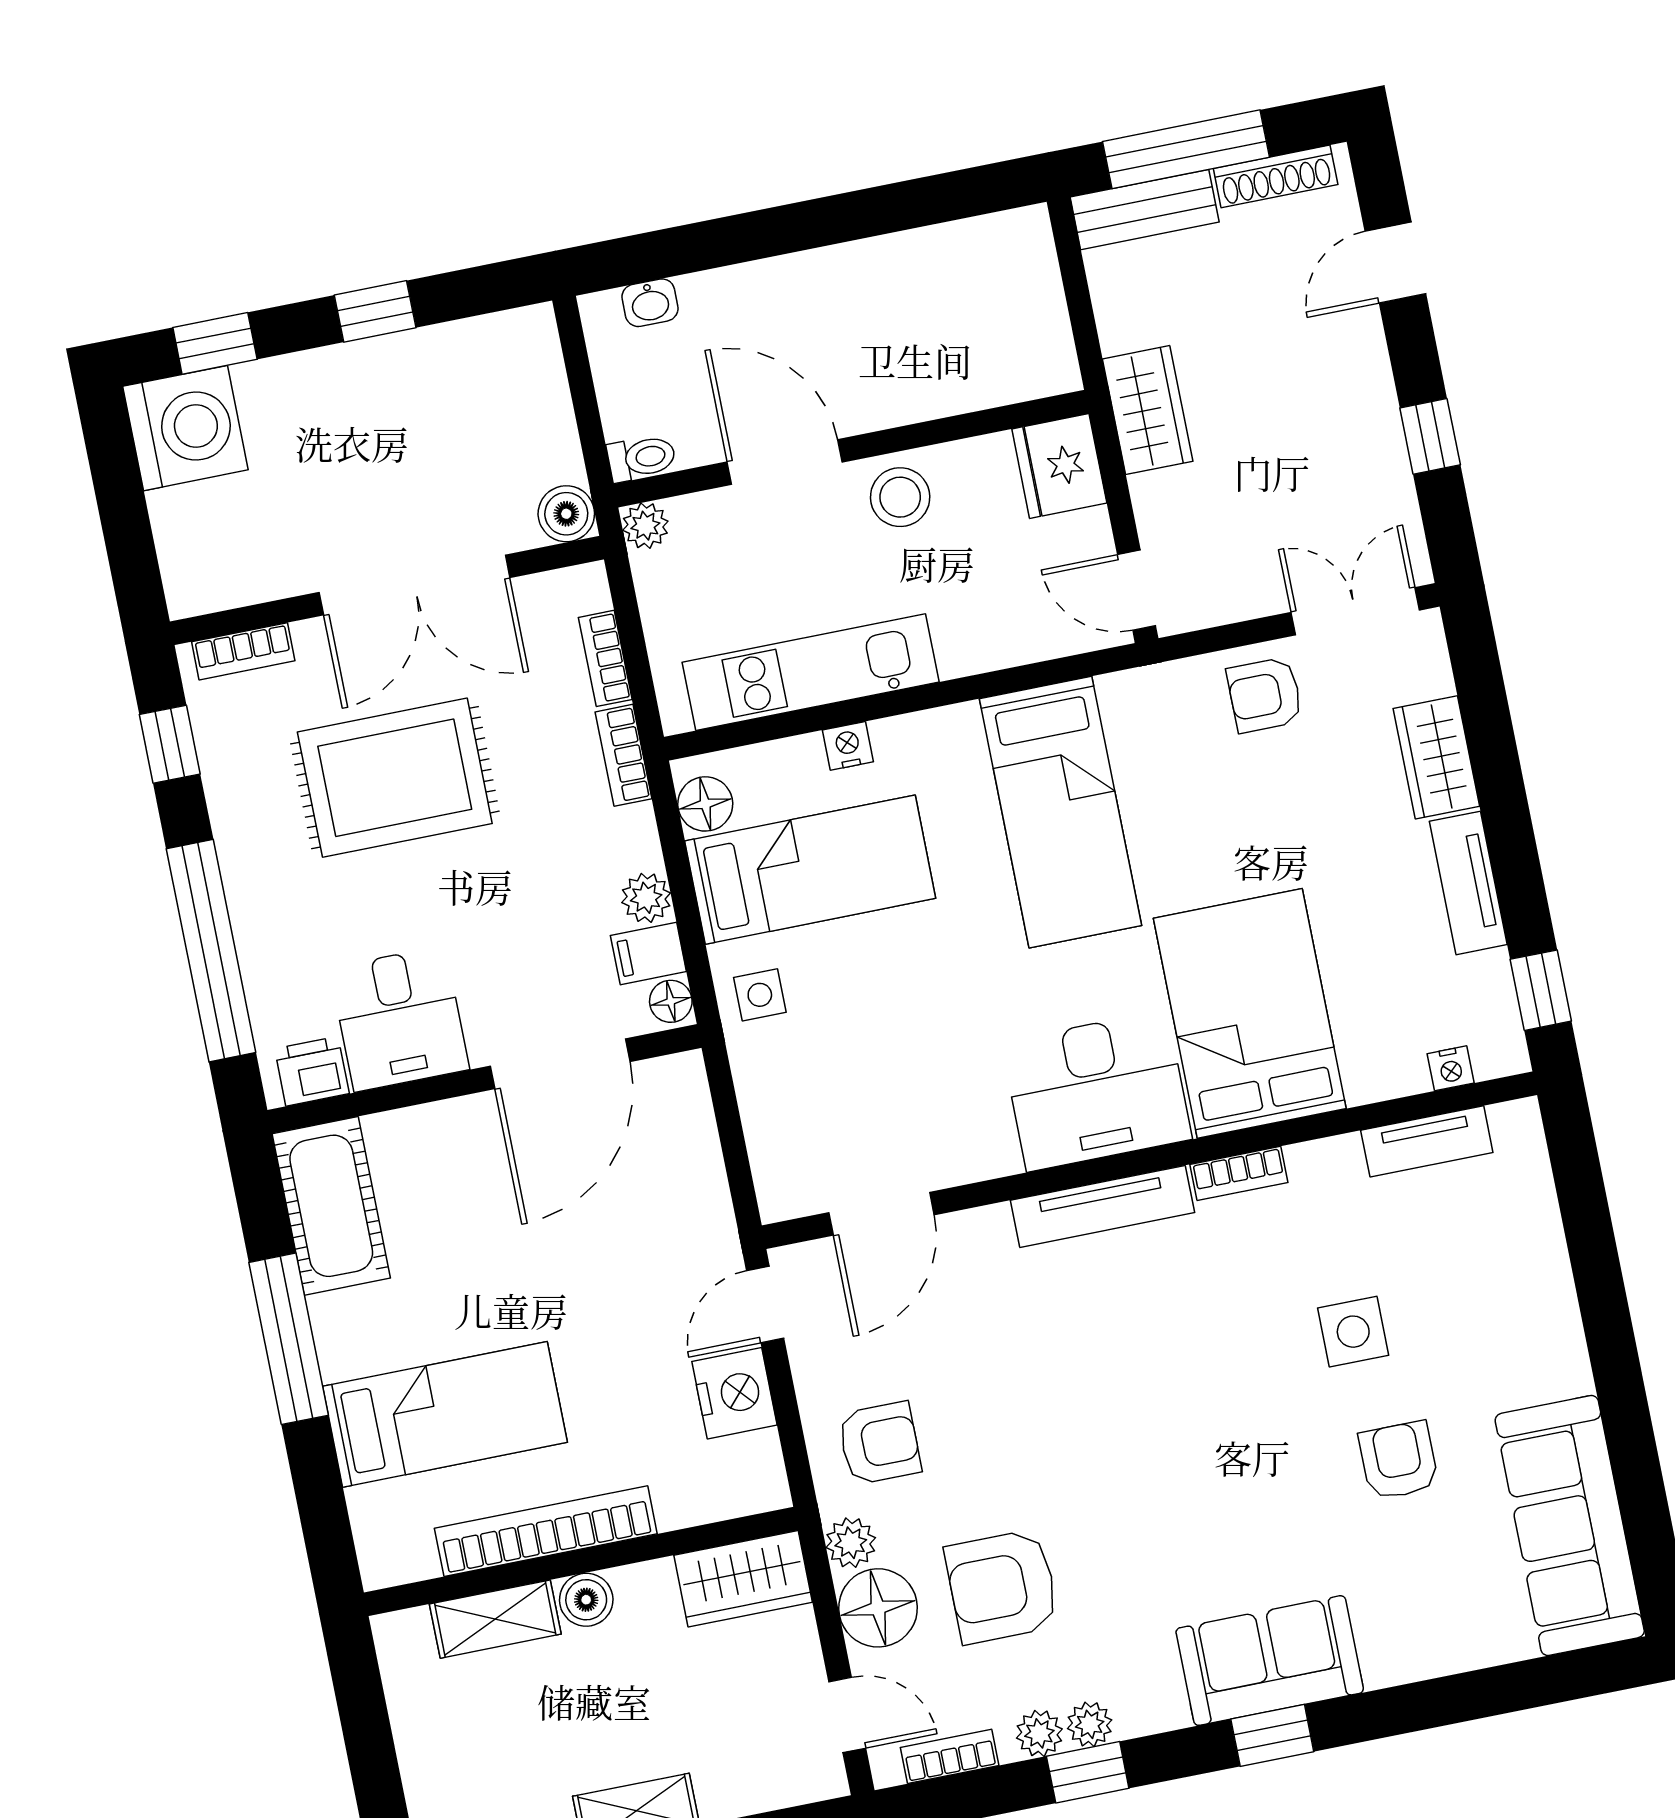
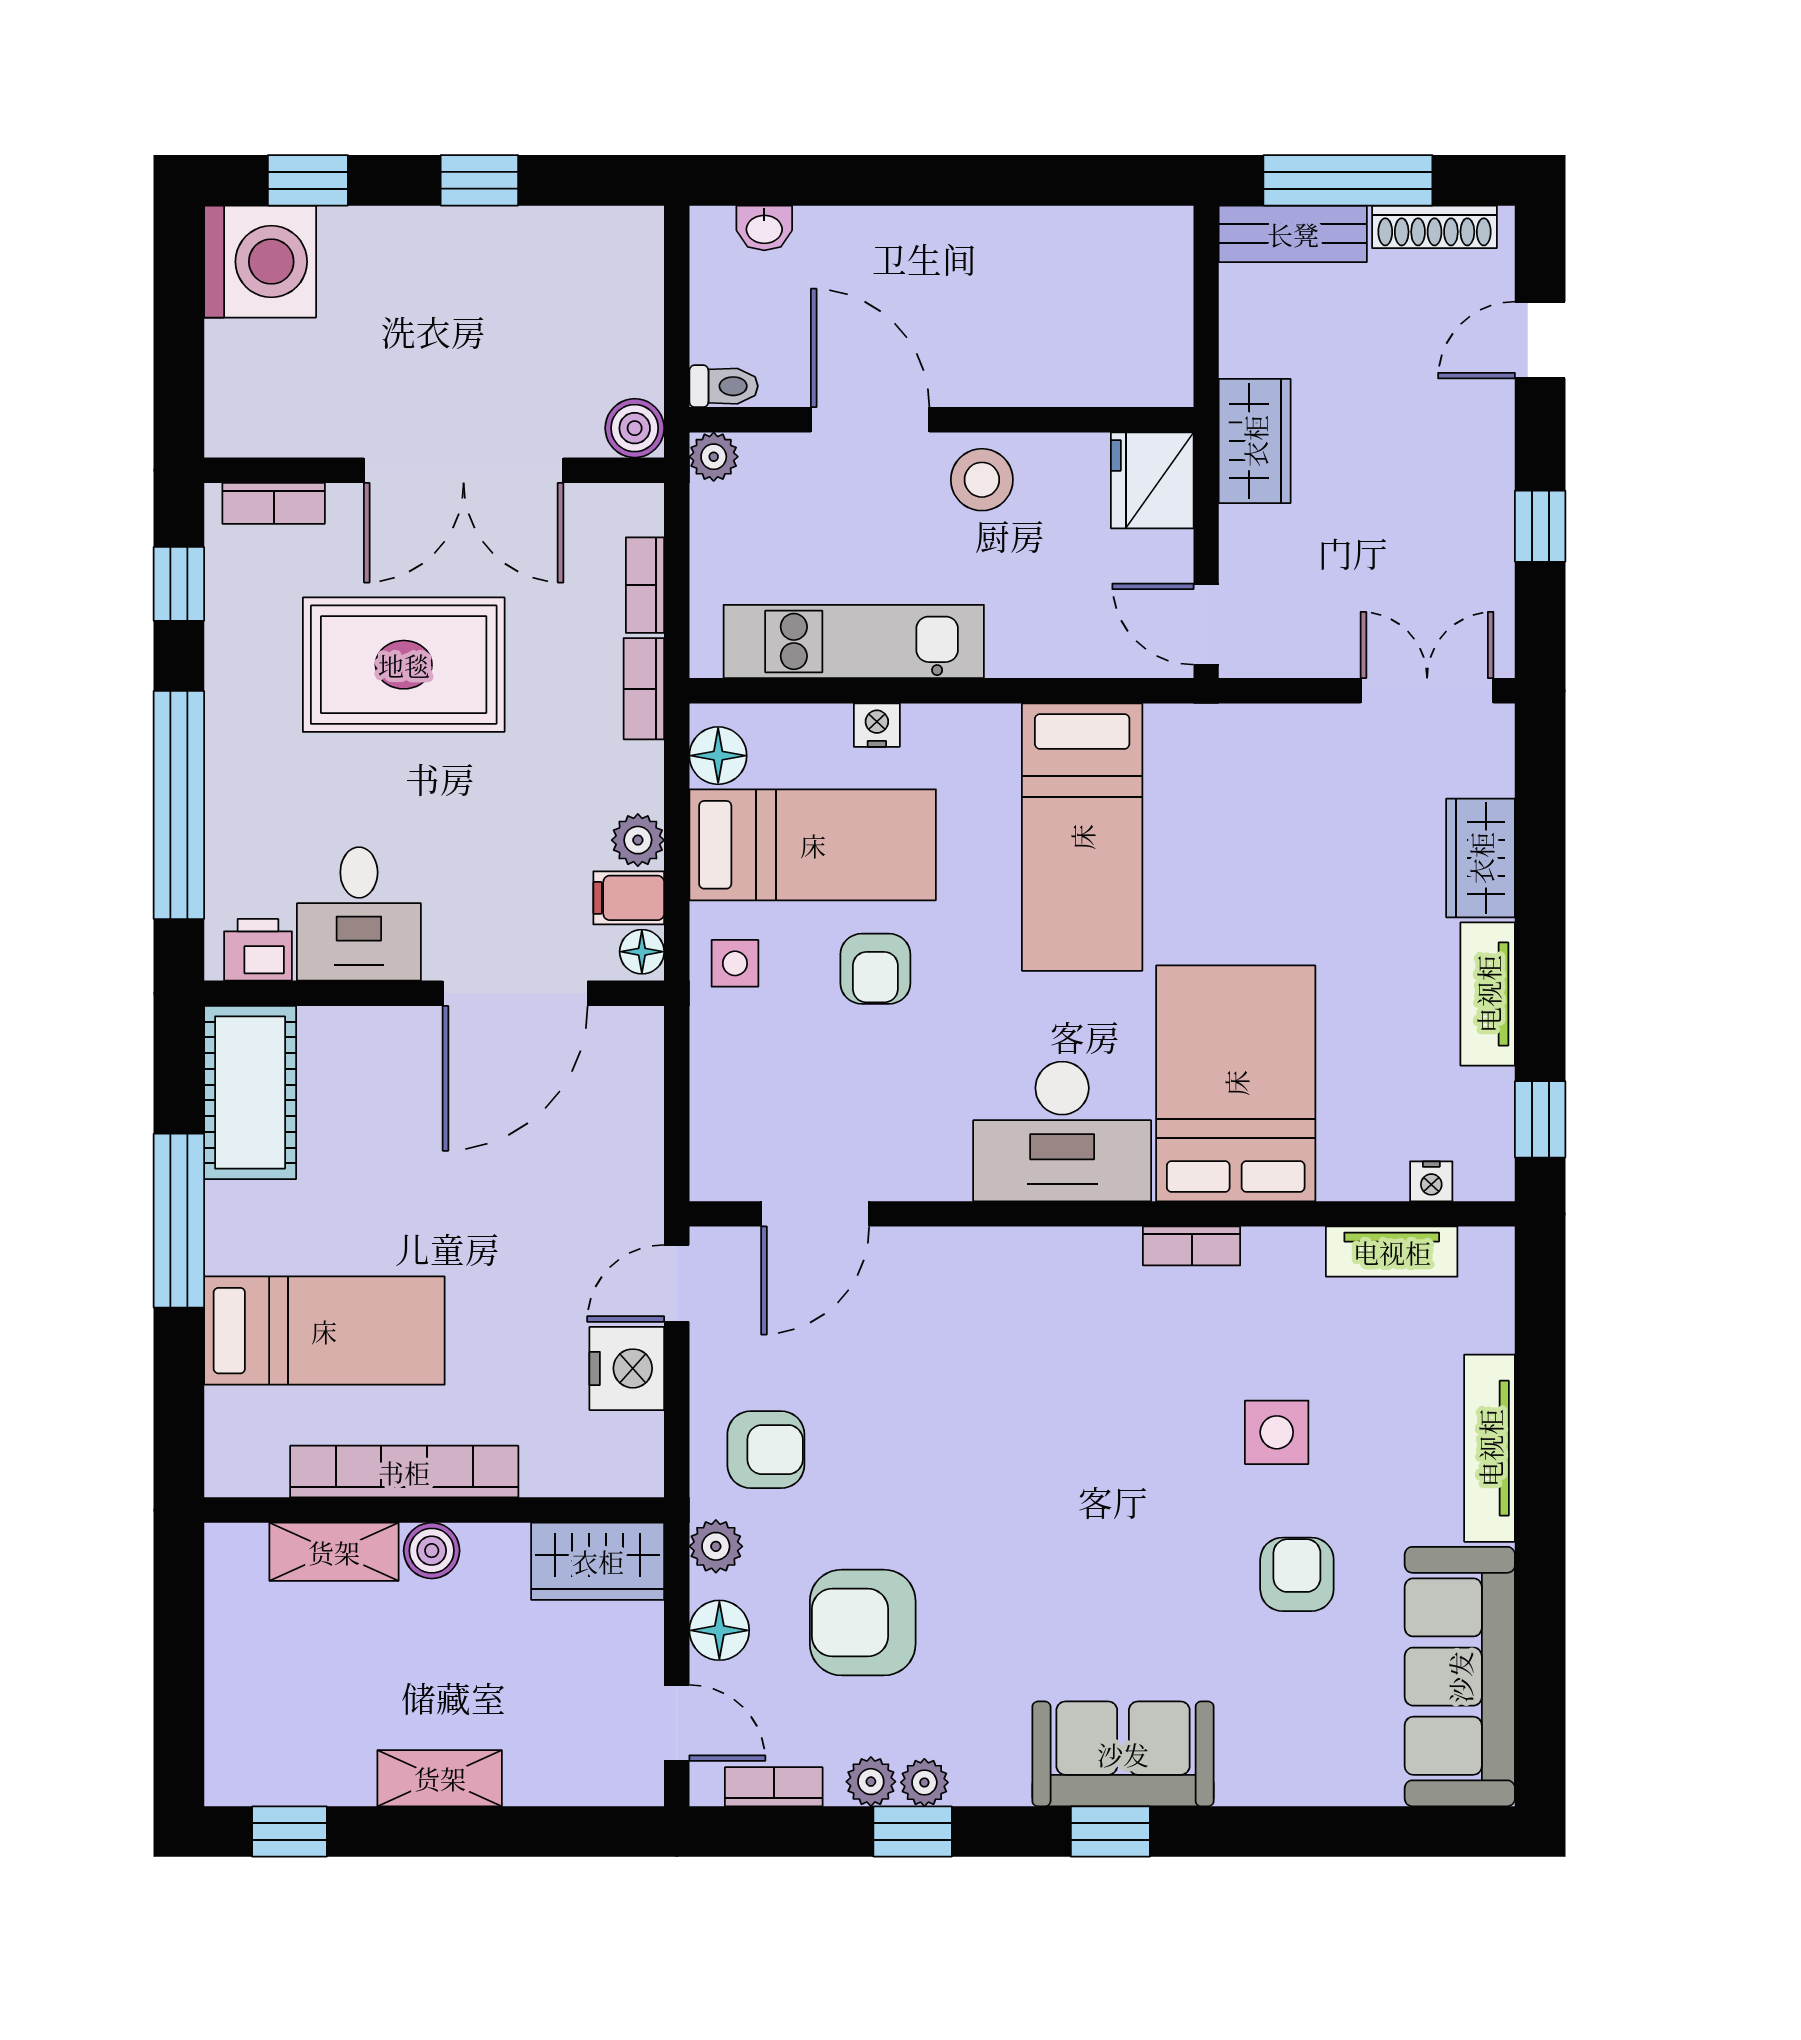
armchair: (1265, 695) -> (875, 969), moved, turned -90
tv unit: (1102, 1206) -> (1490, 1448), moved, turned 90
floor lamp: (878, 1608) -> (719, 1630), width x0.73, depth x0.73

